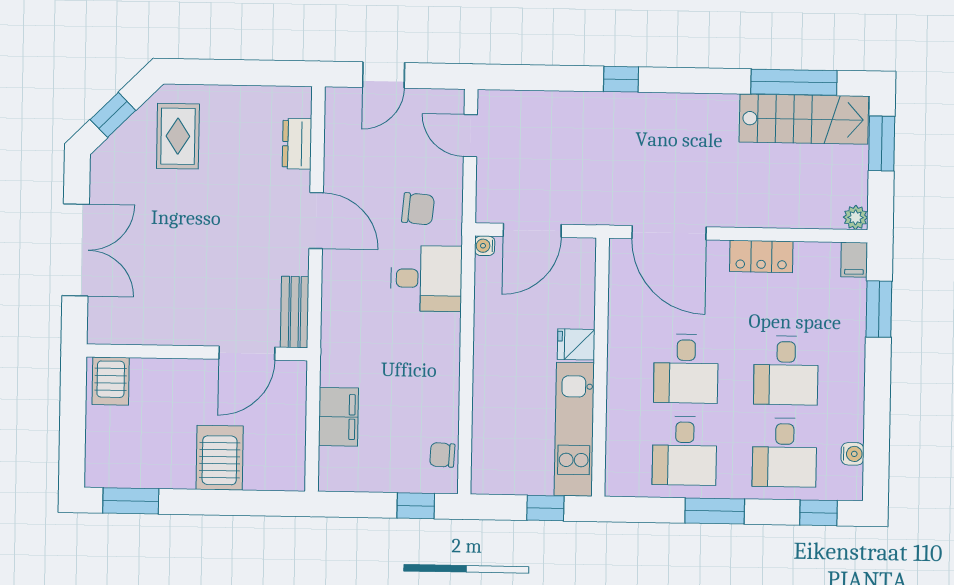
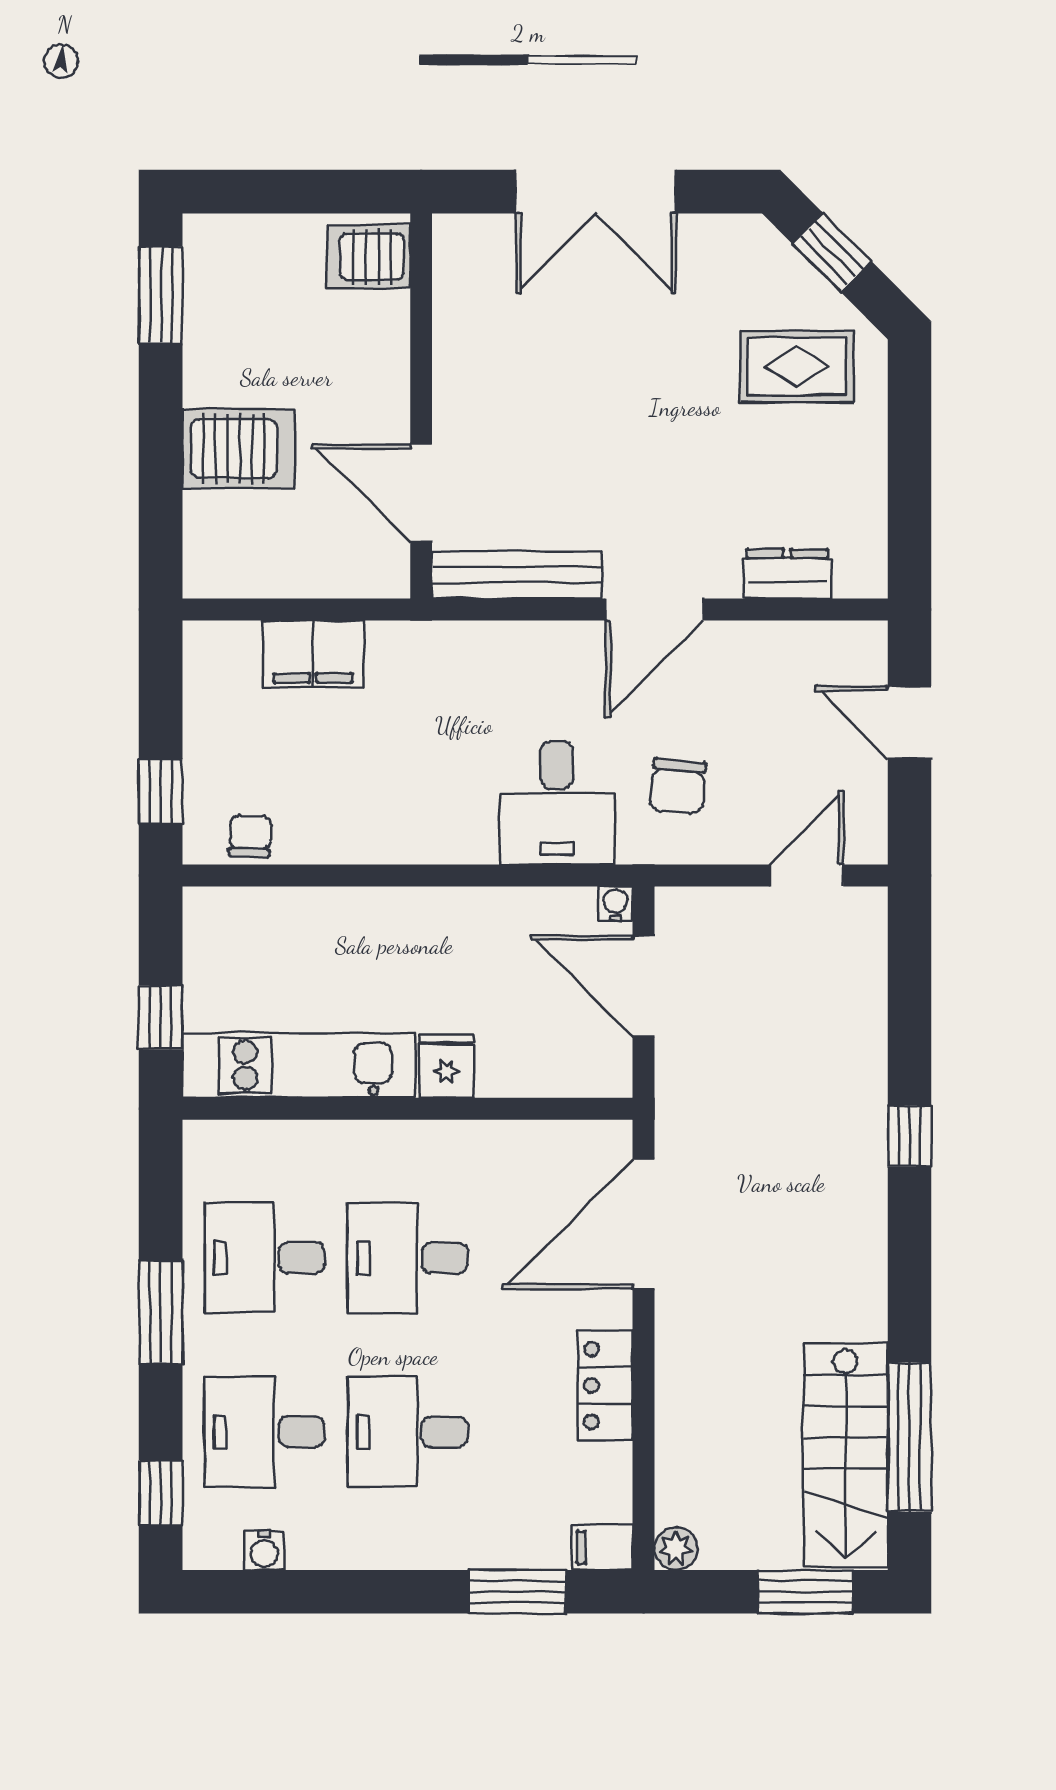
bench: (295, 312) -> (517, 575), width x1.36

